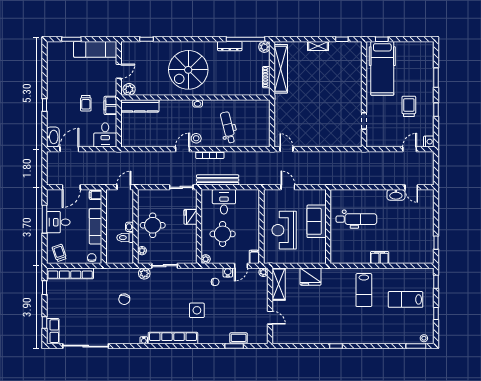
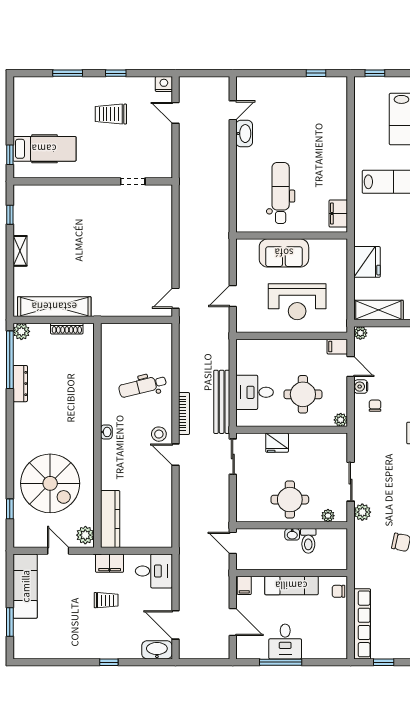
hospital bed: (382, 68) -> (44, 149), width x0.73, depth x0.78
spiral stairs: (188, 70) -> (50, 483), moved
trolley: (59, 253) -> (331, 640), removed
filing cabinet: (380, 257) -> (338, 214), moved

